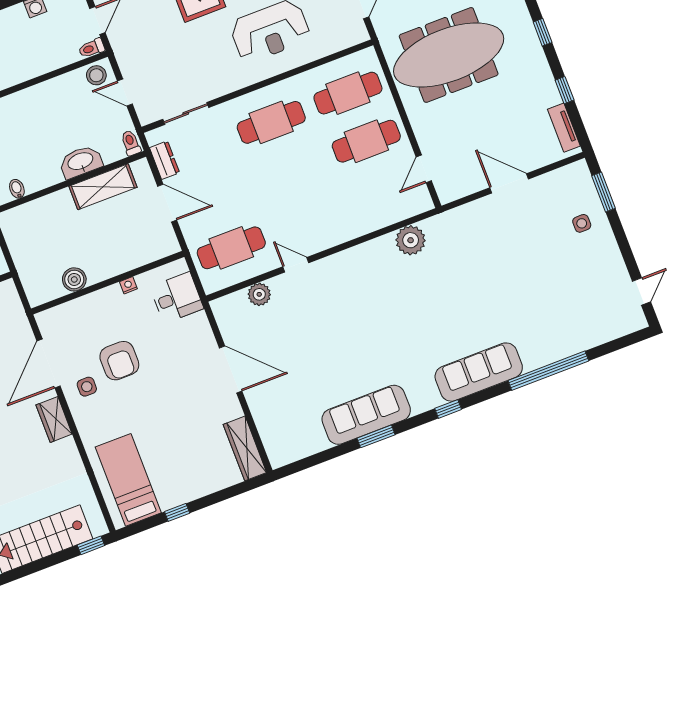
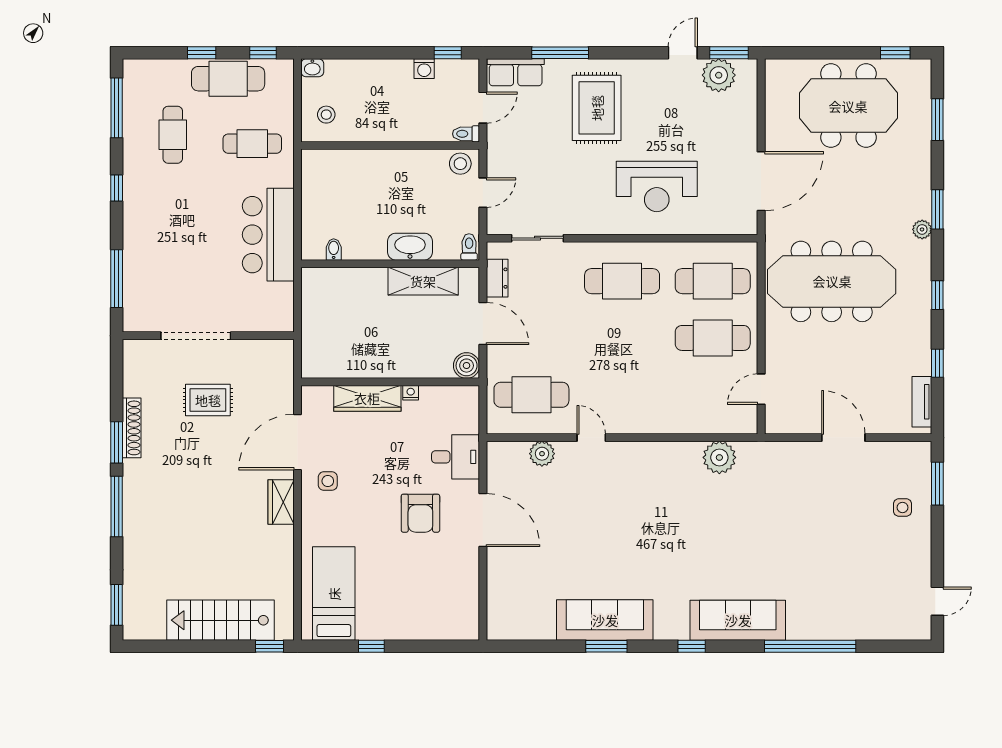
door: (125, 92) -> (483, 193), swing flipped
boiler: (74, 279) -> (467, 366), moved
desk: (177, 298) -> (456, 457), moved
armchair: (119, 361) -> (420, 513), moved
wardrobe: (245, 448) -> (367, 398), moved, turned -90

